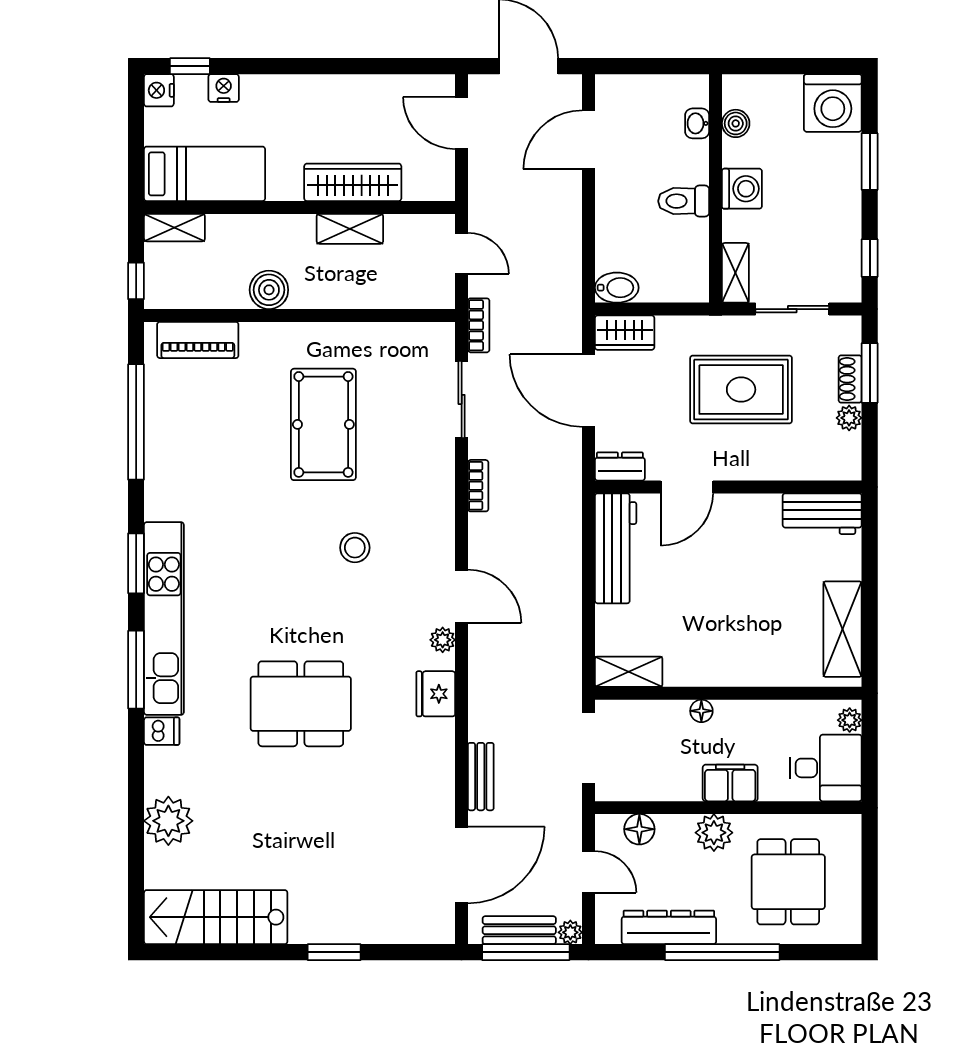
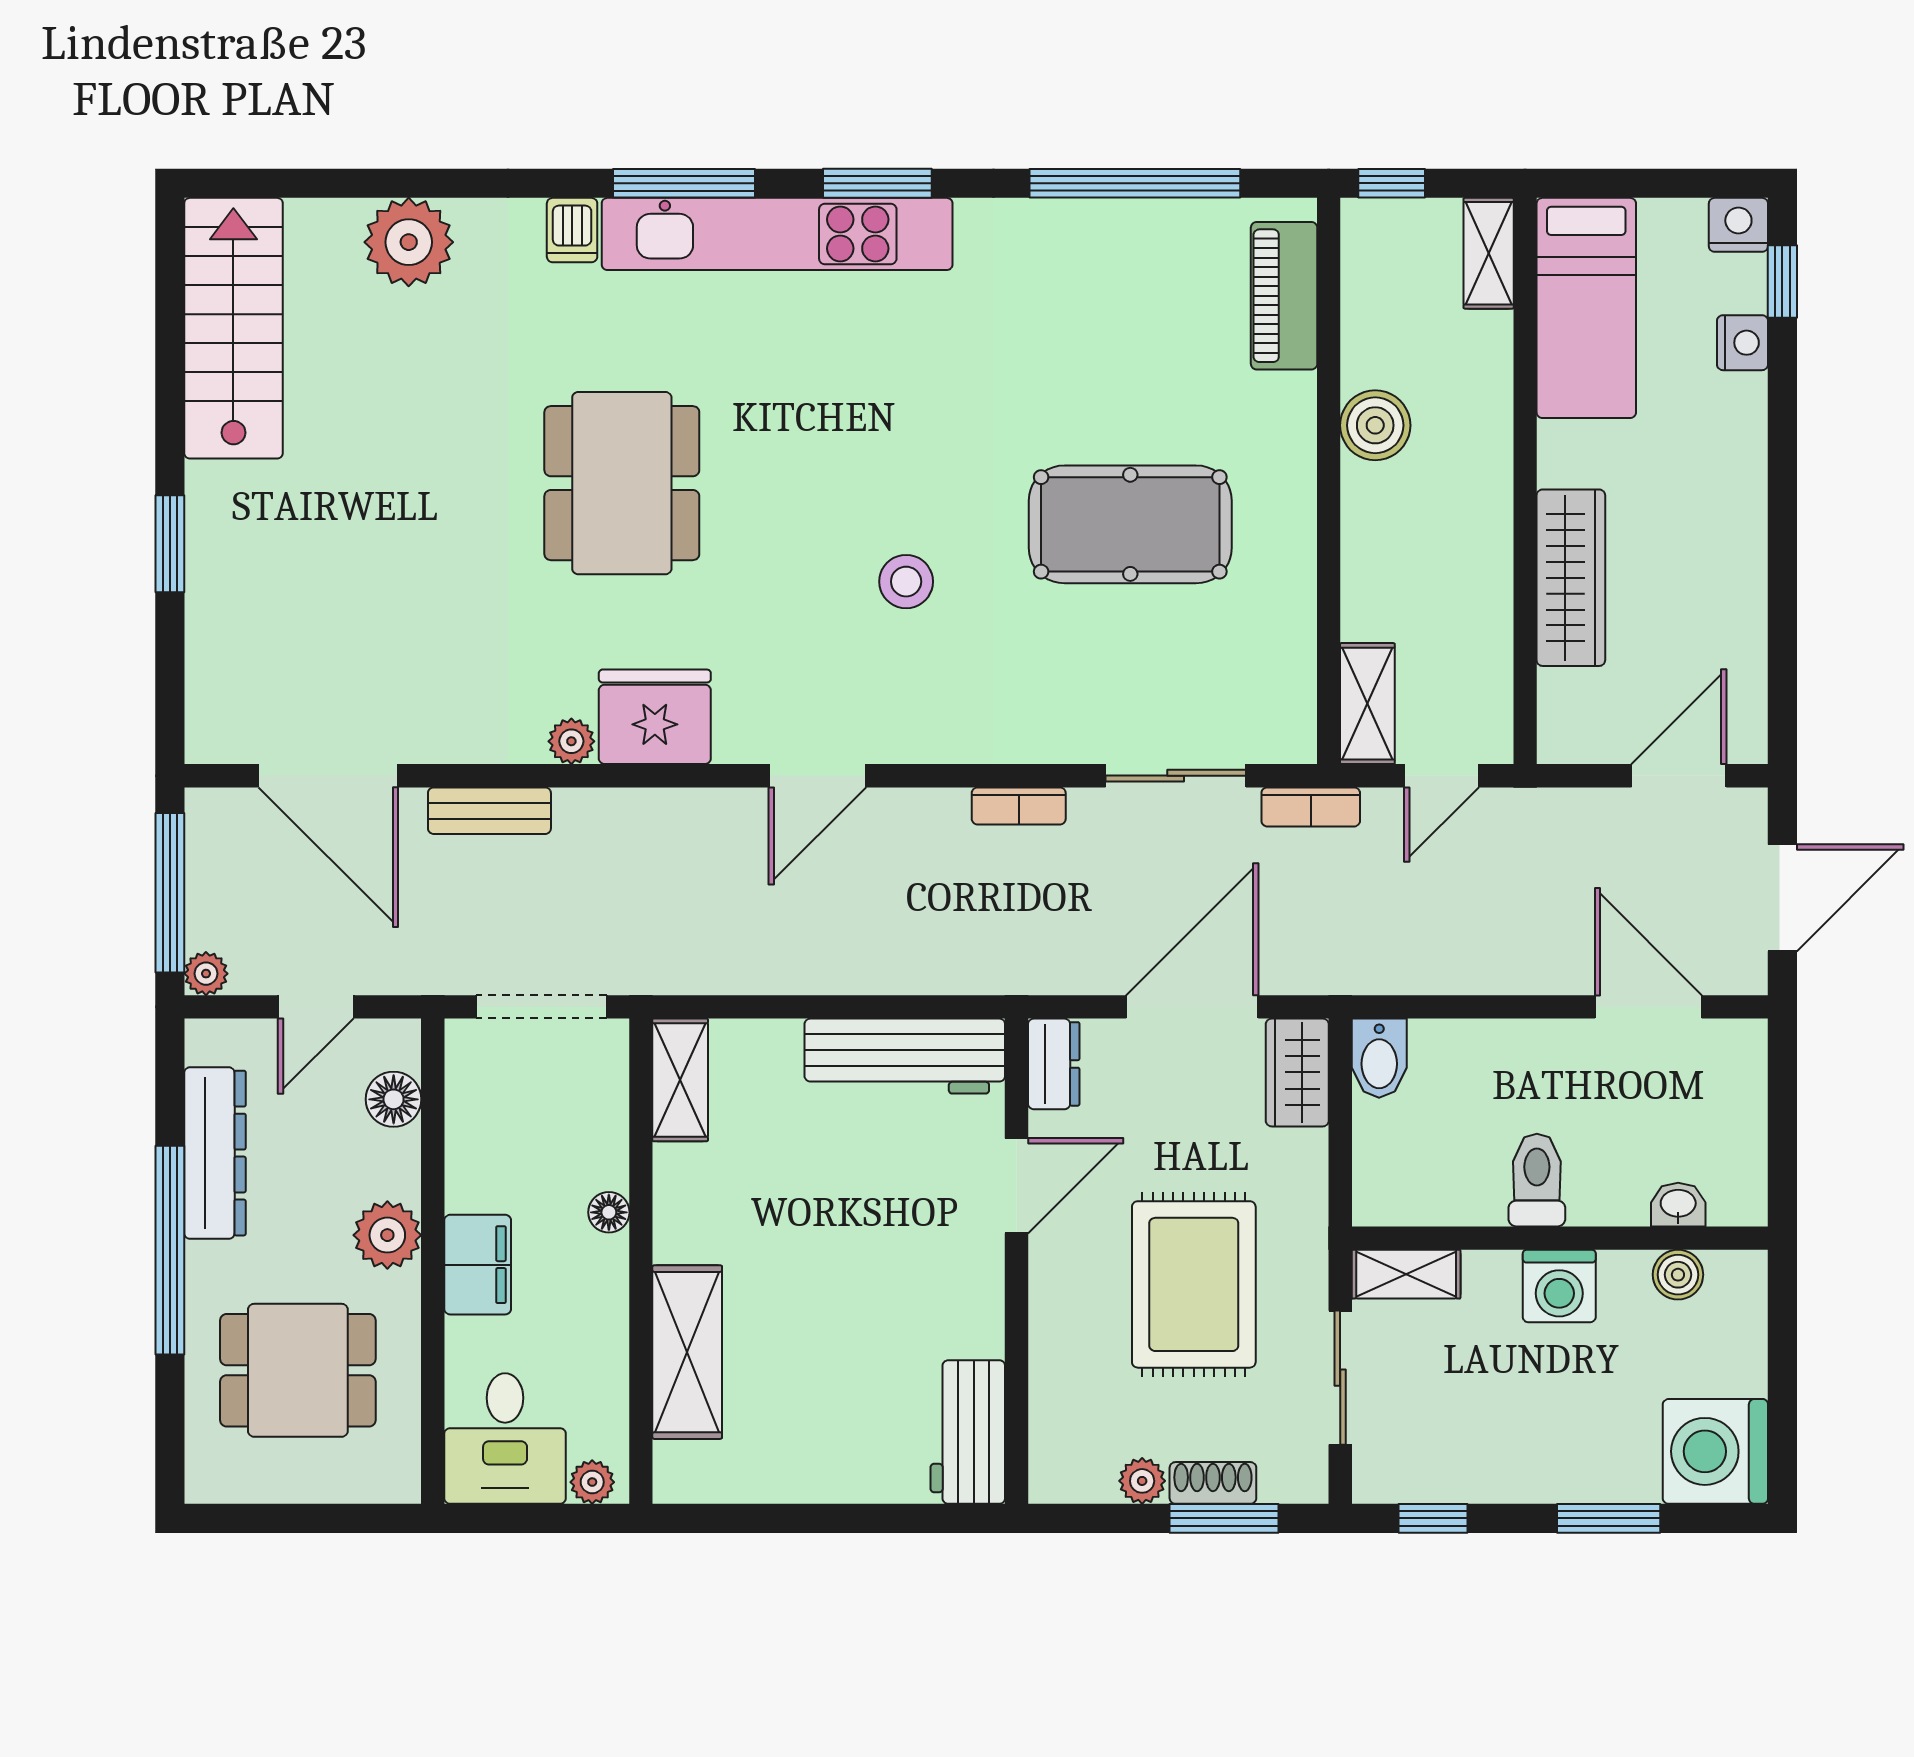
shelving: (350, 229) -> (1367, 704), moved
door: (687, 487) -> (1017, 1186), swing flipped
shelving: (843, 629) -> (687, 1352), moved, turned 90
plant: (443, 640) -> (571, 741), moved
fridge: (436, 694) -> (655, 717), width x1.36, depth x1.34
bench: (519, 930) -> (210, 881), removed

